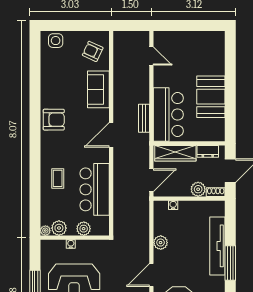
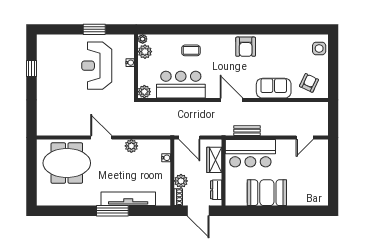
wardrobe: (175, 153) -> (214, 160), width x0.67
plant: (84, 229) -> (144, 92), moved

